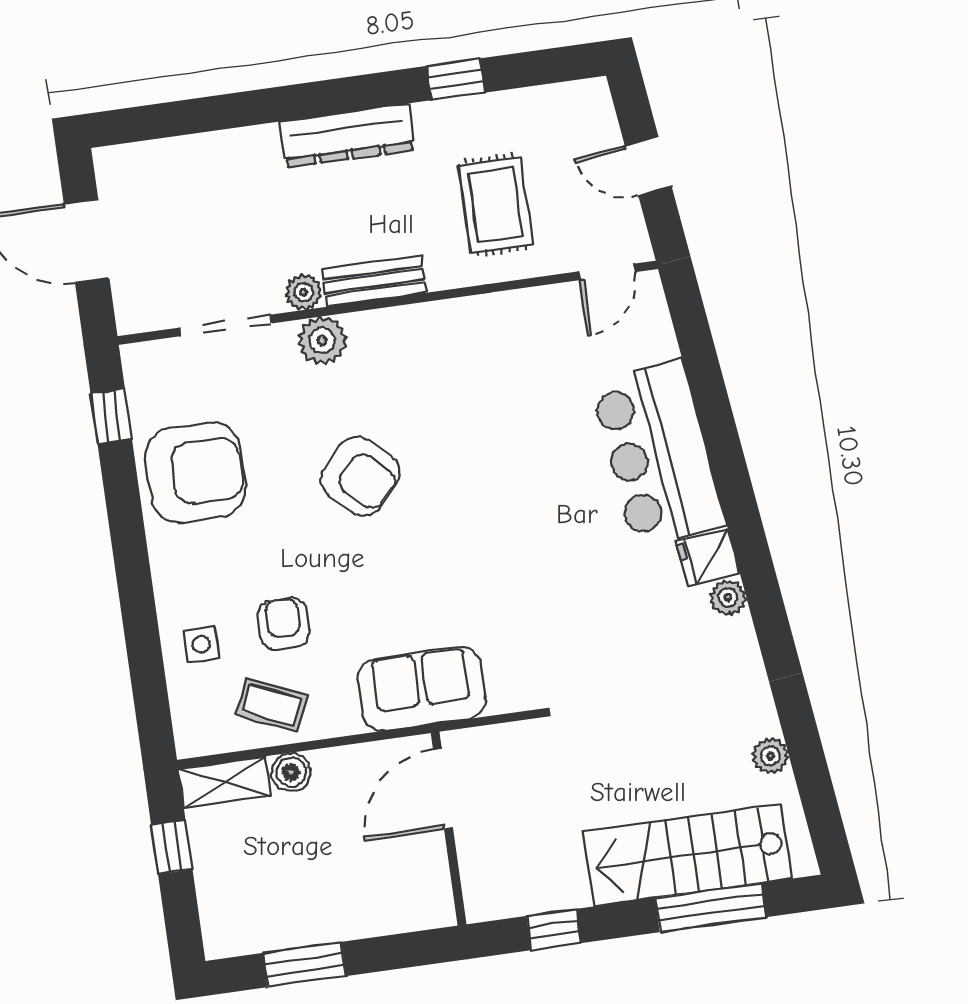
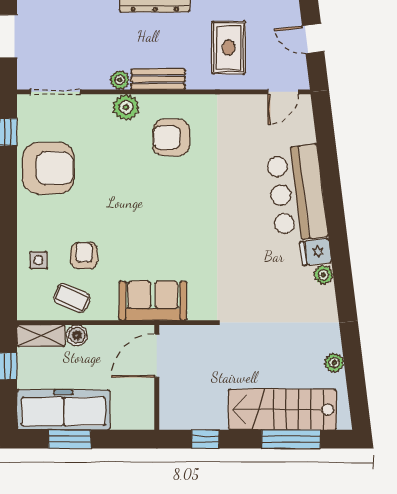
doorway: (226, 325) -> (55, 92), moved
armchair: (360, 476) -> (171, 138), moved, turned 137
freezer: (285, 912) -> (63, 410), added

